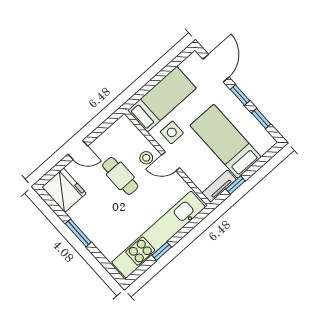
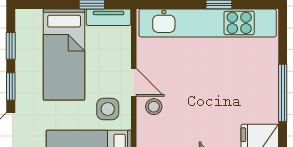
cafe table: (120, 176) -> (194, 112), removed
window: (78, 233) -> (283, 93), width x1.44

